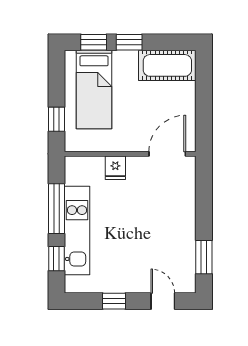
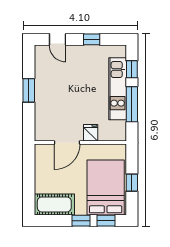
bed: (94, 90) -> (106, 188), width x1.50
window: (56, 119) -> (132, 183), moved
door: (167, 154) -> (67, 143), moved
window: (204, 257) -> (29, 90), moved

